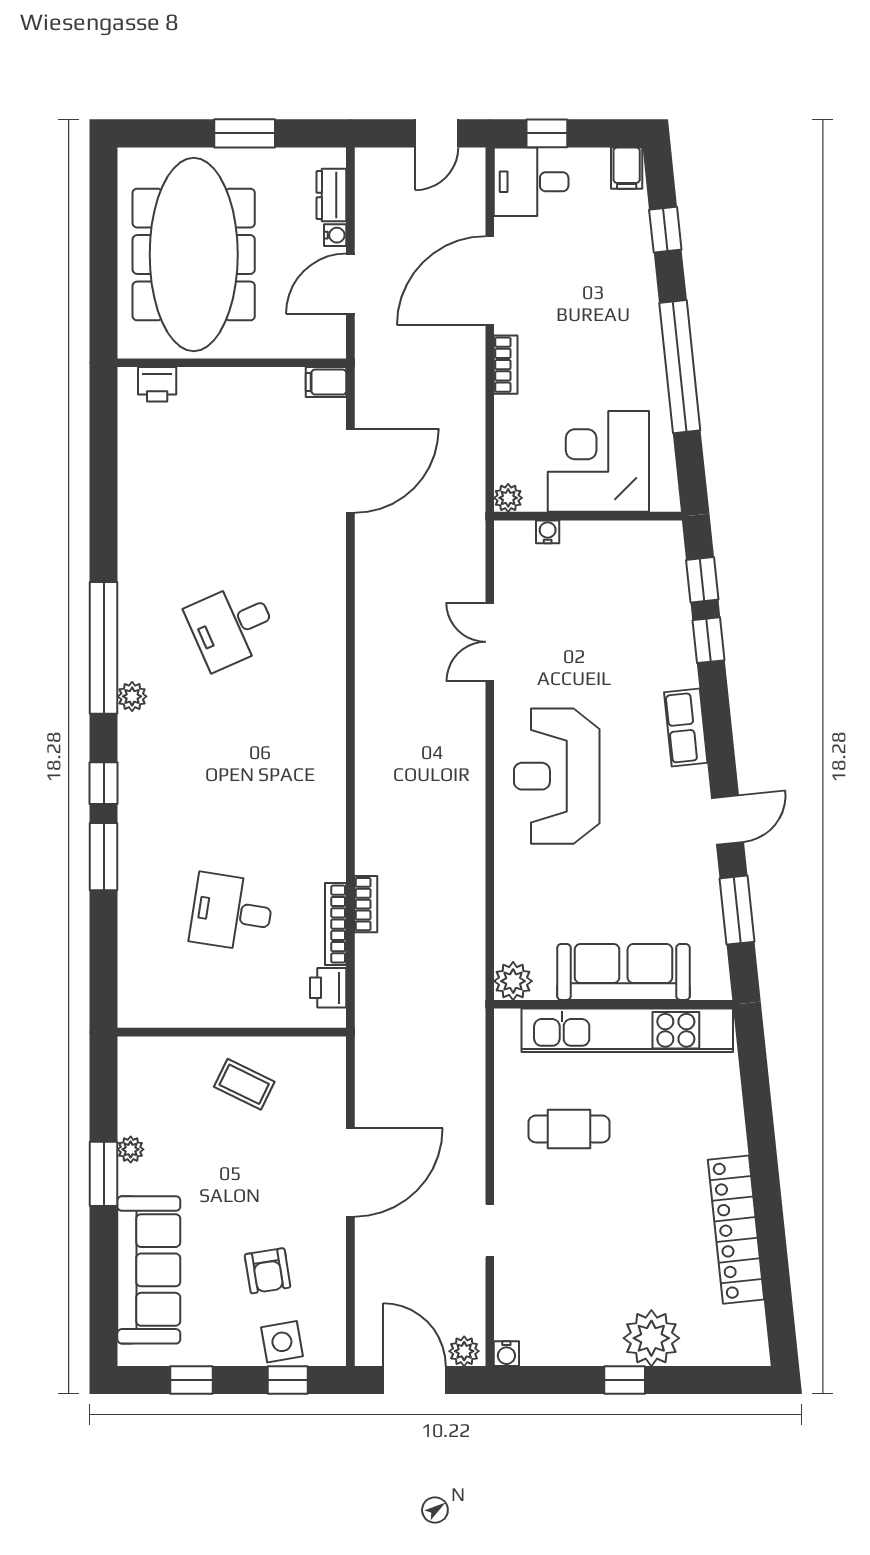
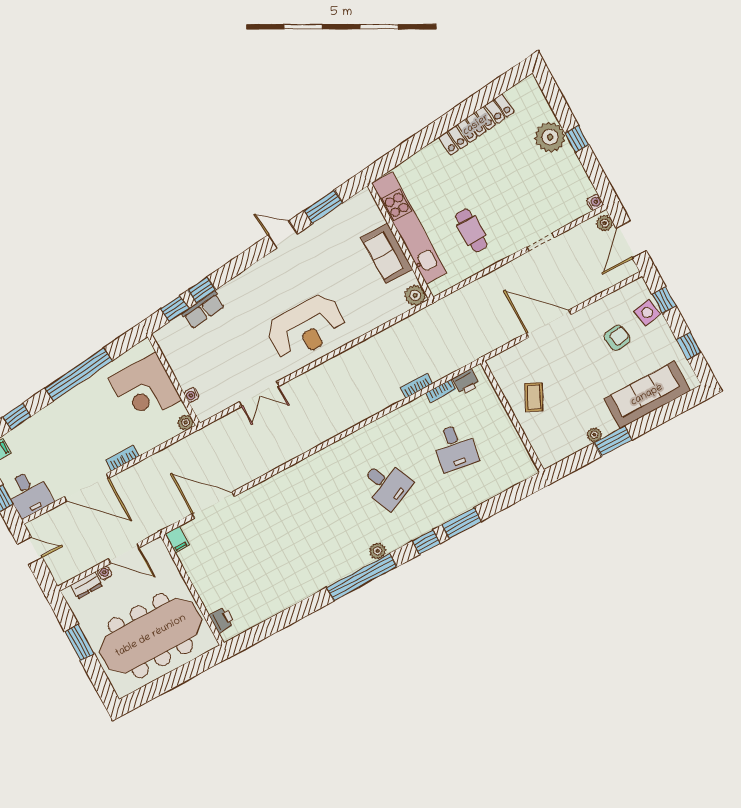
desk: (232, 626) -> (386, 485), moved
row of seats: (686, 727) -> (203, 310), moved
bookcase: (336, 924) -> (441, 391), width x0.64
sofa: (623, 972) -> (387, 253), width x0.73

